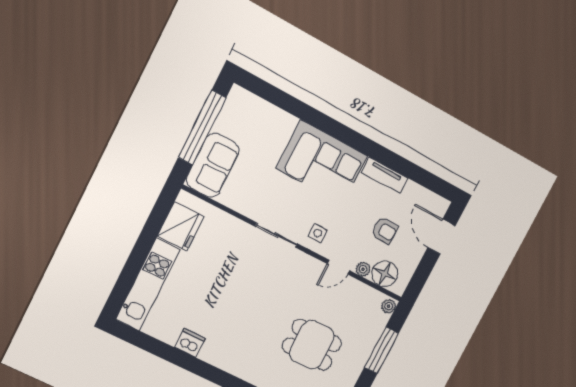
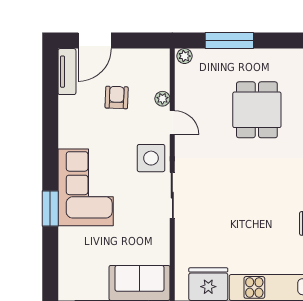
window: (320, 121) -> (50, 208), added
tv unit: (385, 175) -> (67, 72), moved
side table: (318, 233) -> (151, 158), width x1.87, depth x1.87
floor lamp: (385, 274) -> (156, 76), removed

